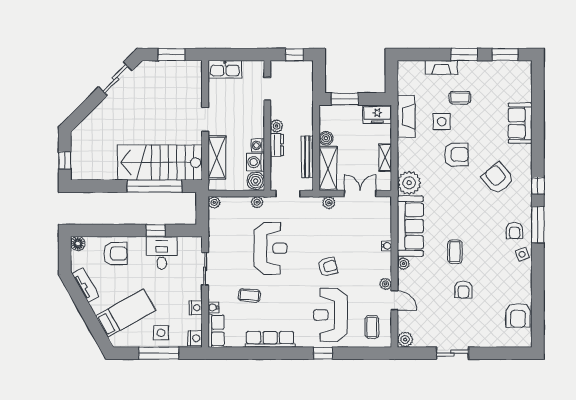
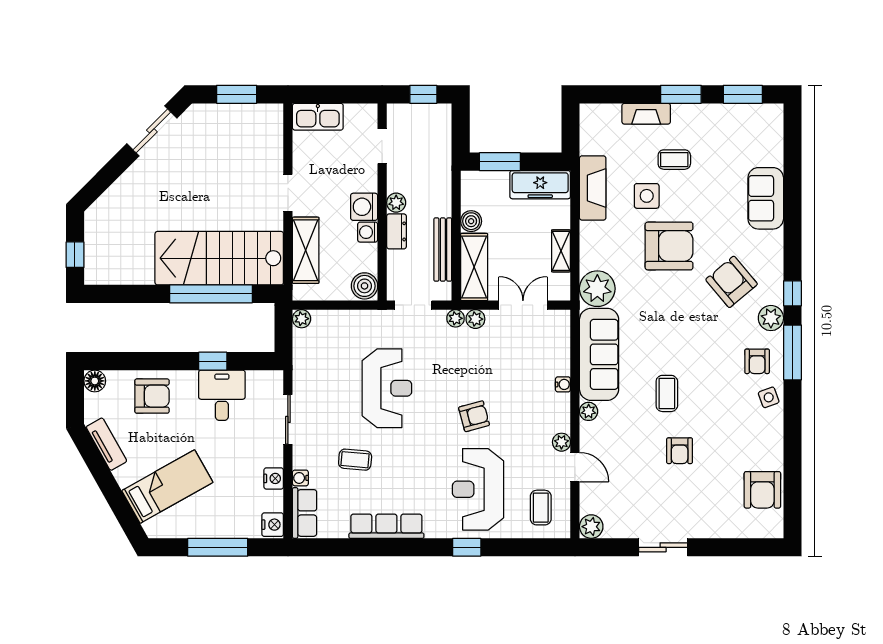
freezer: (377, 114) -> (540, 185), width x1.40
armchair: (456, 155) -> (669, 246), width x1.36, depth x1.36
washing machine: (255, 162) -> (364, 207), moved
plant: (257, 202) -> (456, 318), moved
plant: (524, 202) -> (771, 318), added
side table: (161, 333) -> (221, 516), removed

